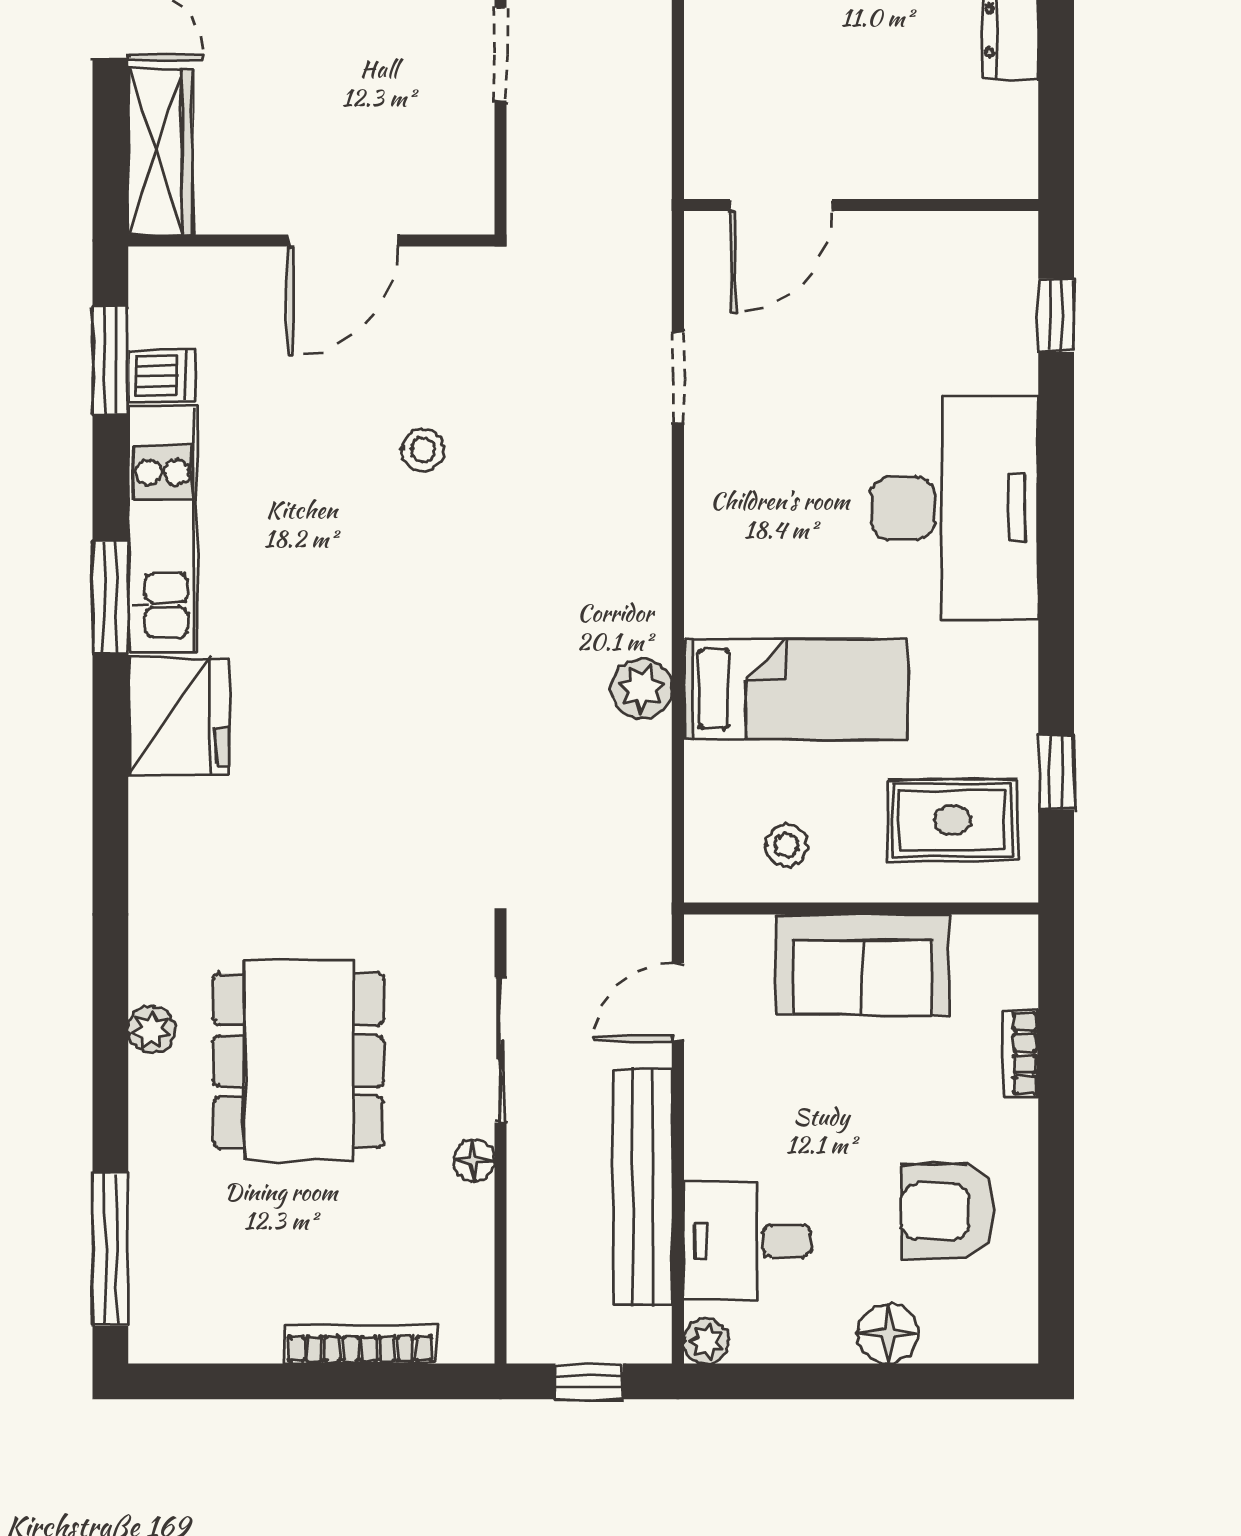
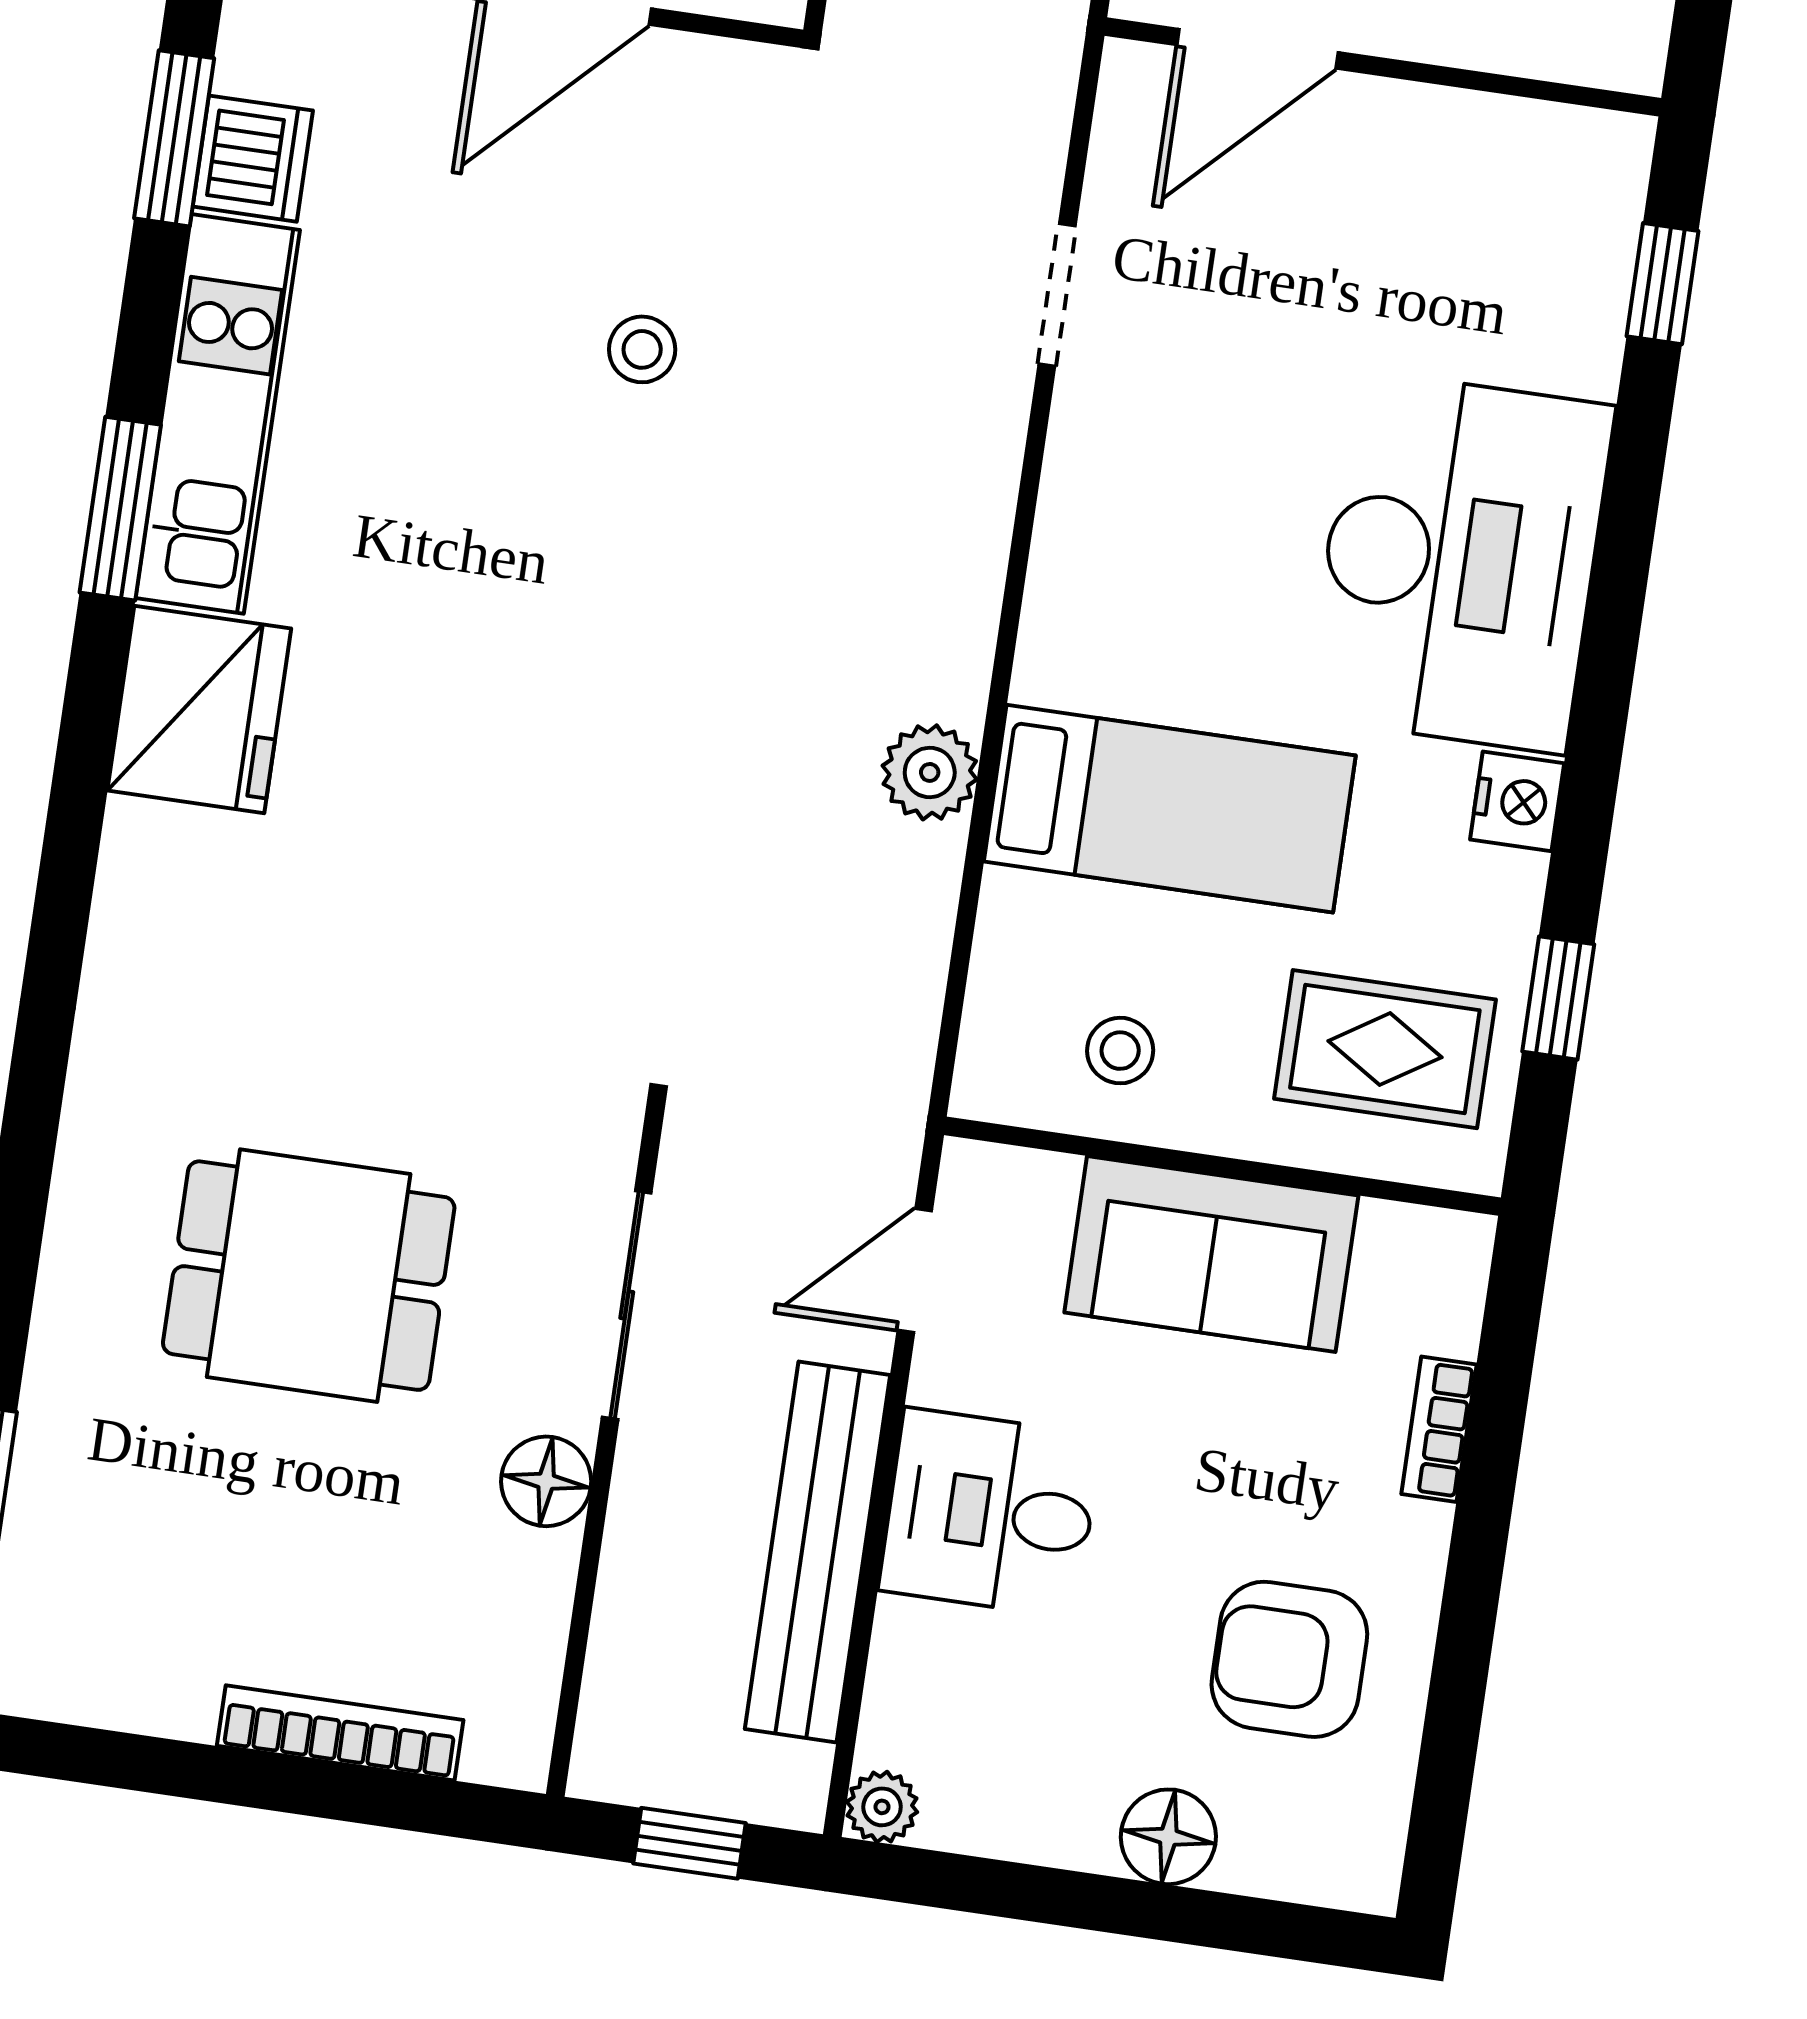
dishwasher: (161, 376) -> (253, 159), width x1.38
nightstand: (1012, 653) -> (1517, 801), added
plant: (152, 1030) -> (86, 1194), removed
dining table: (299, 1061) -> (309, 1276), width x0.73
floor lamp: (474, 1160) -> (546, 1481), width x1.37, depth x1.37
desk: (747, 1241) -> (990, 1513), moved

